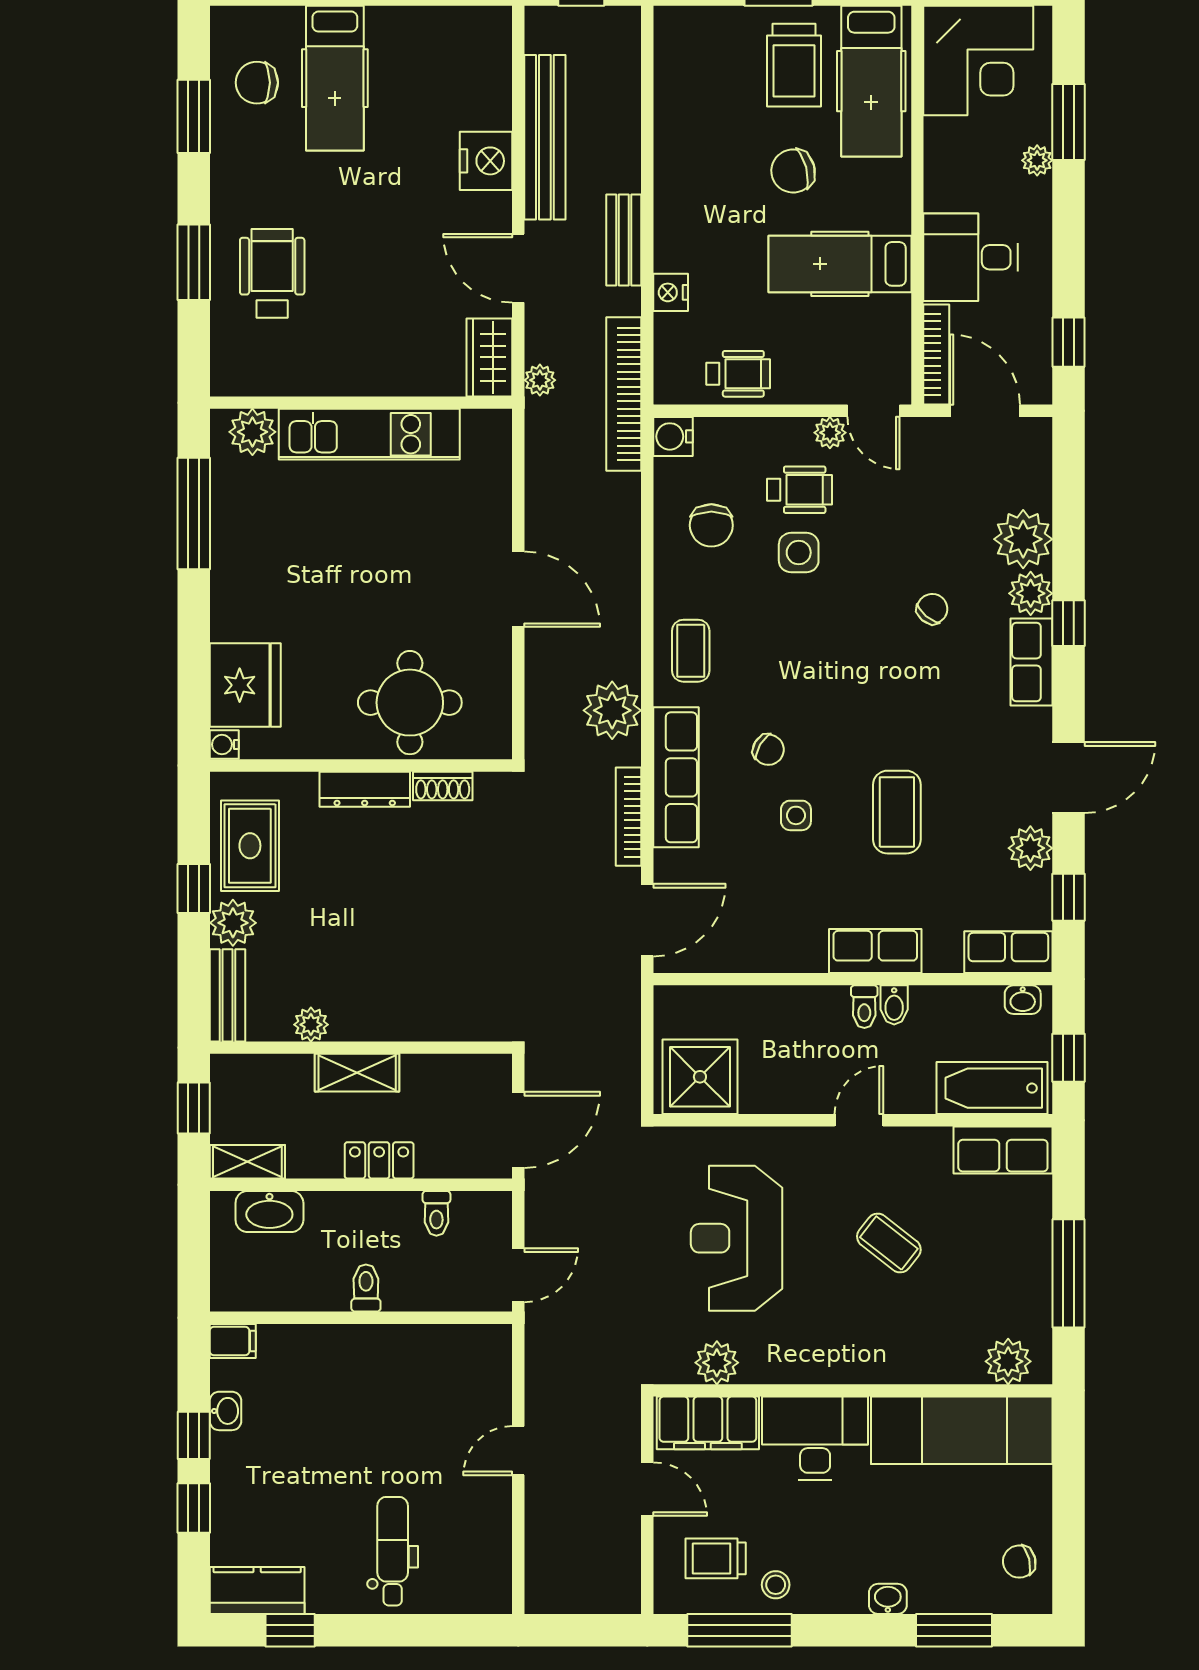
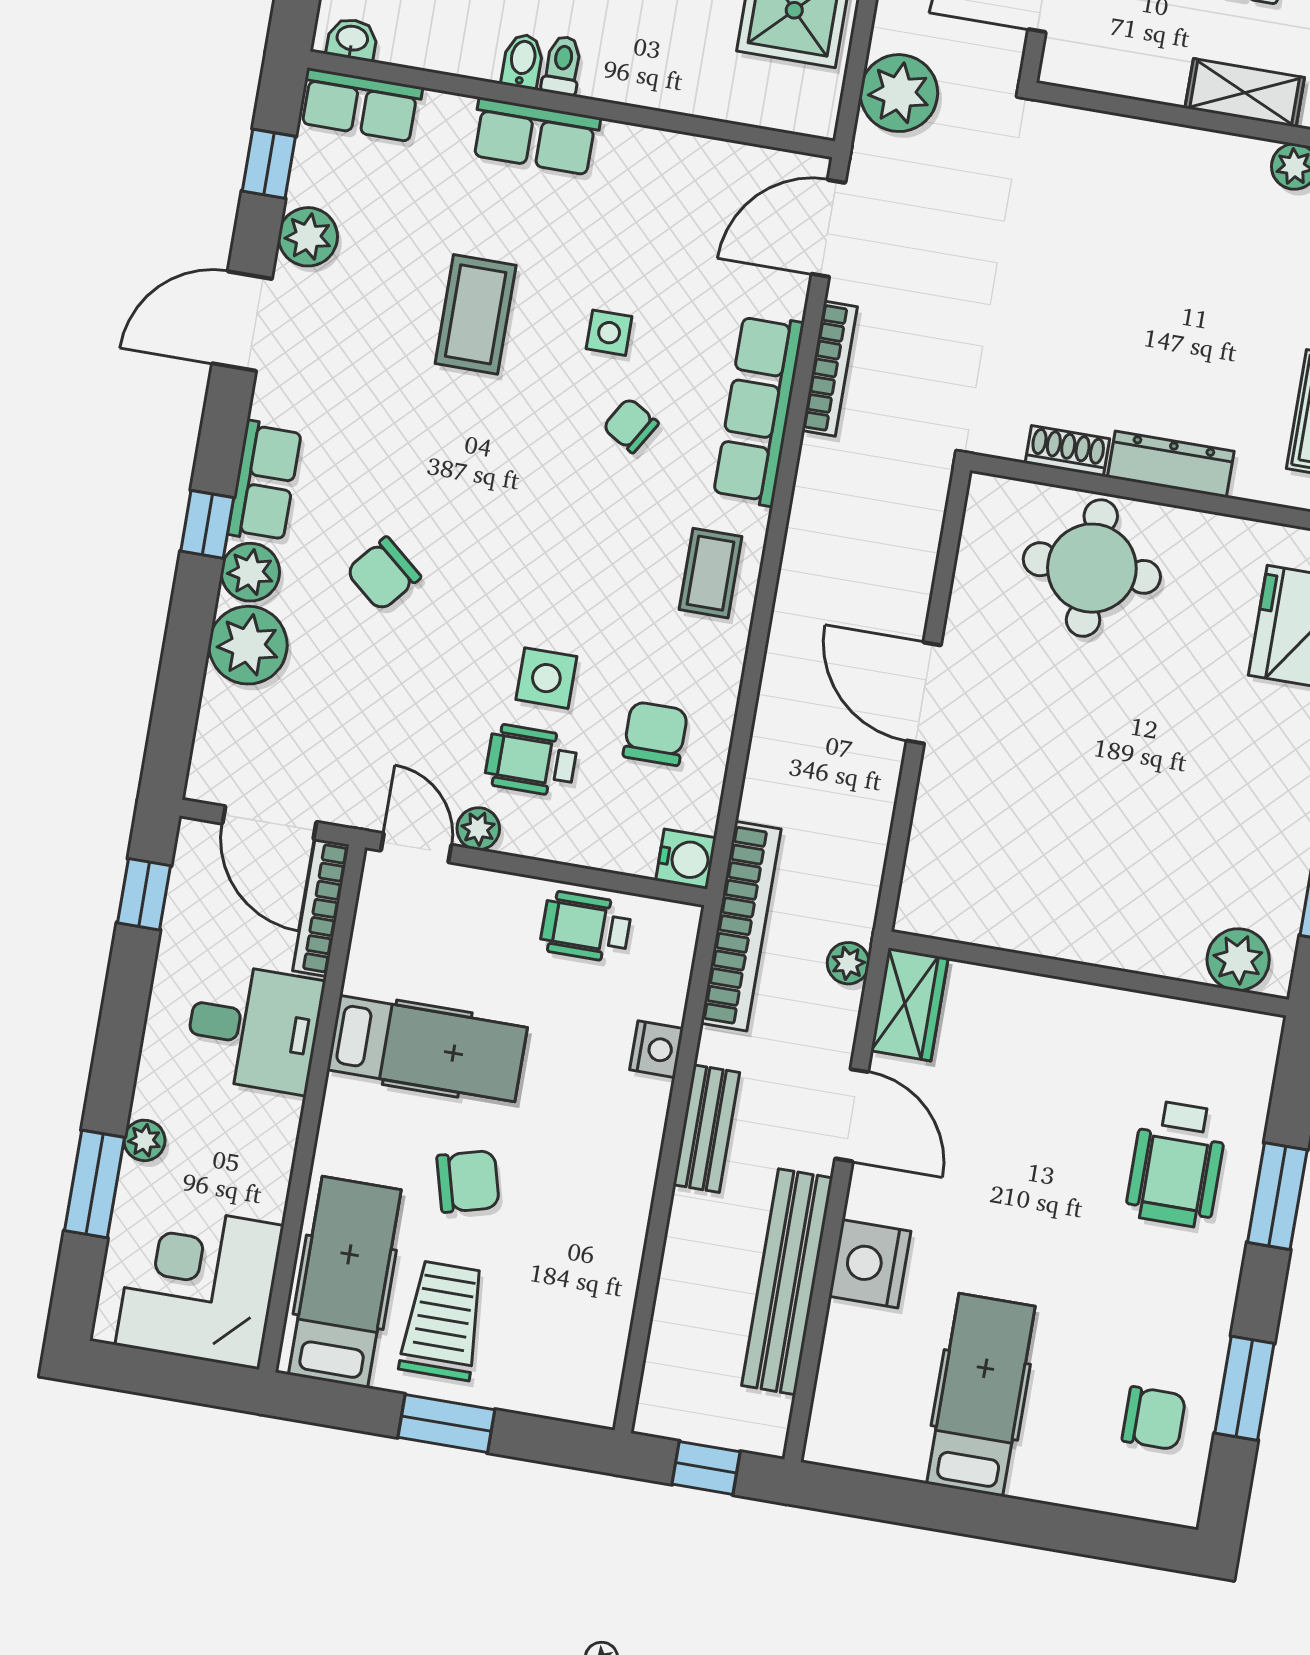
hospital bed: (335, 78) -> (981, 1395), moved
kitchen unit: (369, 434) -> (1085, 930), removed
chair: (932, 609) -> (383, 574), width x1.37, depth x1.37
plant: (612, 710) -> (899, 93), moved

